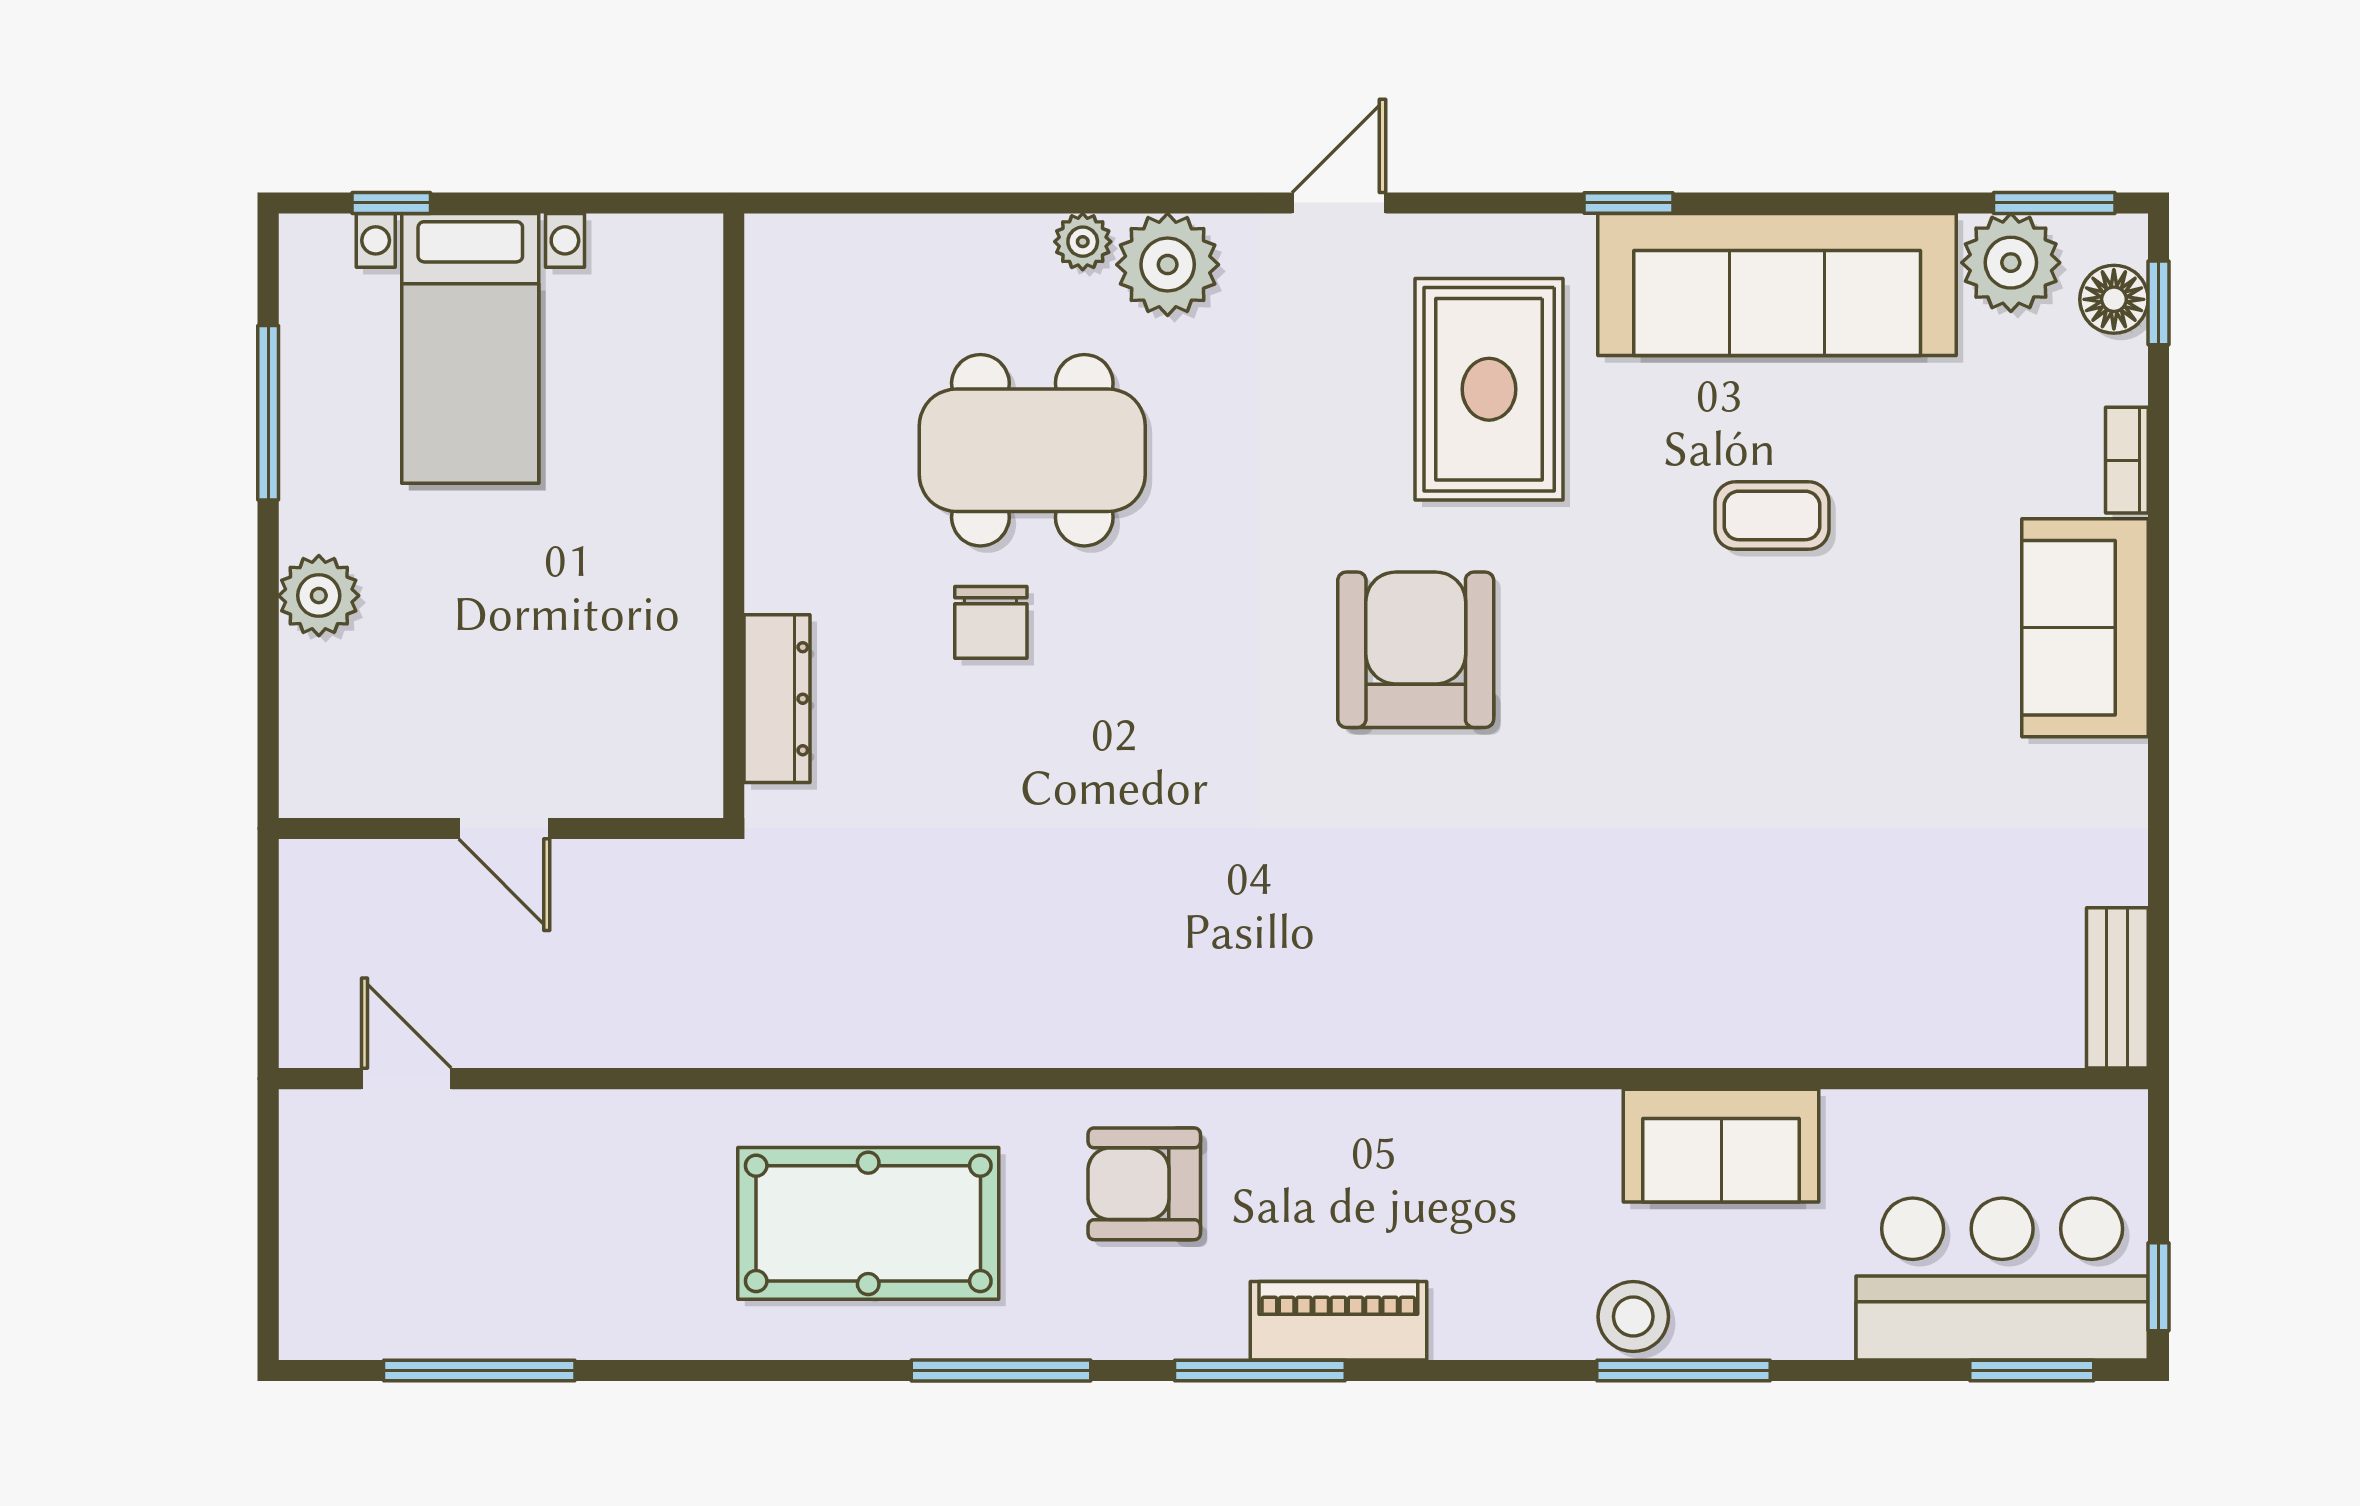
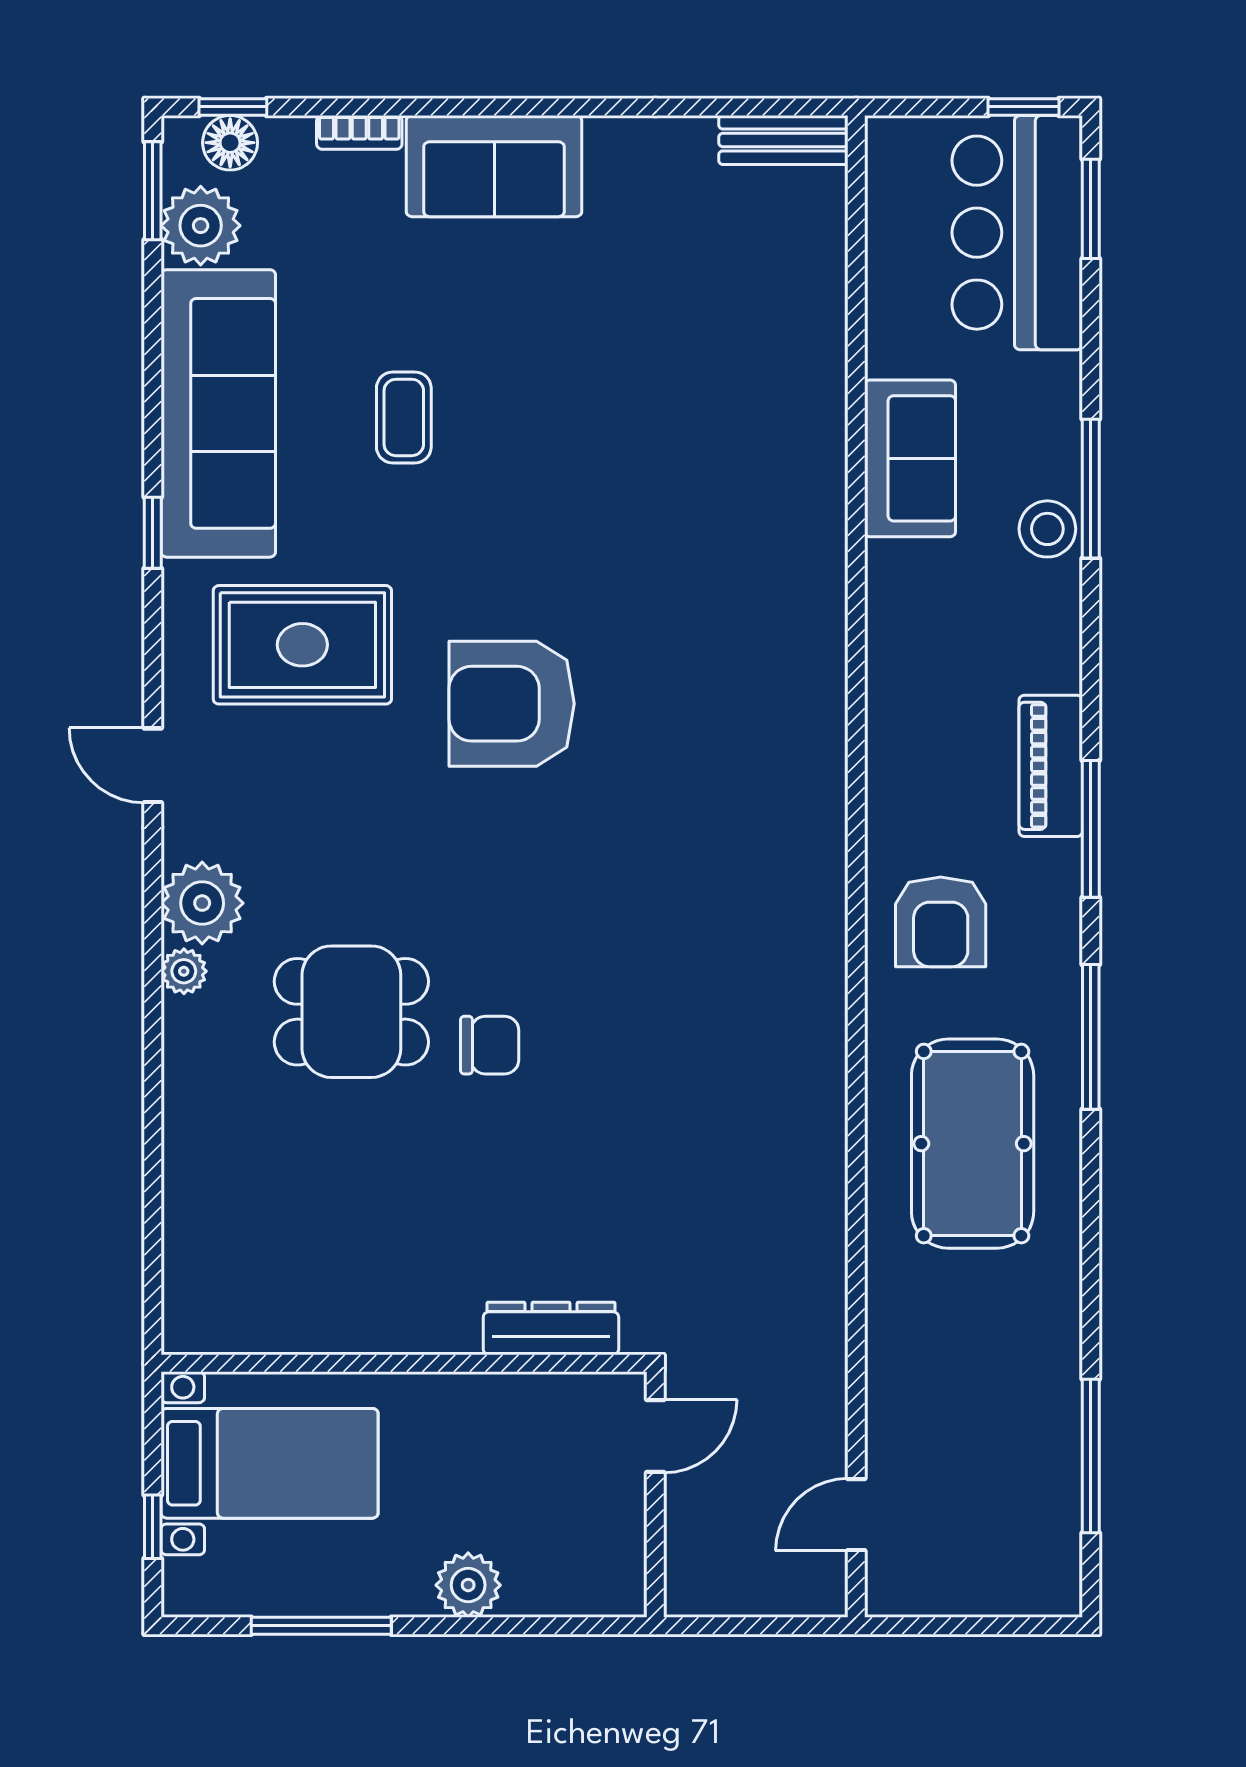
dining table: (1032, 450) -> (351, 1012), width x0.73
wall: (734, 516) -> (404, 1363), moved
dresser: (777, 699) -> (551, 1328), moved

